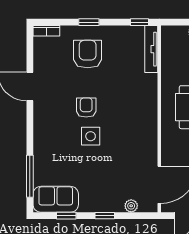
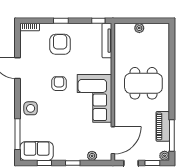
corner sofa: (134, 128) -> (95, 98), added
side table: (91, 136) -> (31, 108), moved

